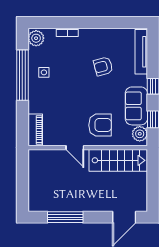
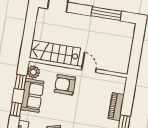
piano: (35, 130) -> (116, 107), moved

